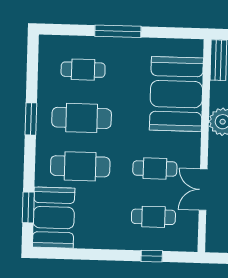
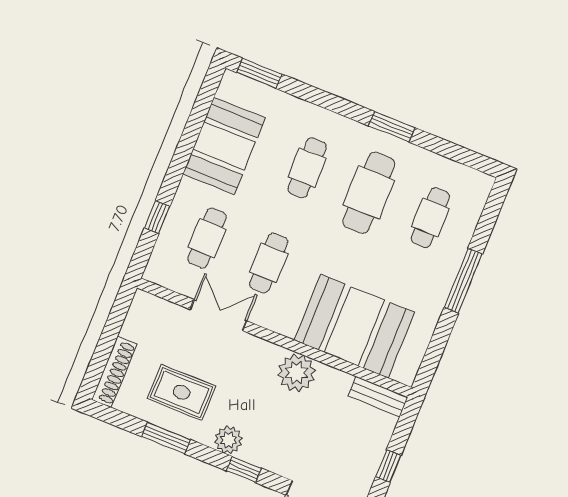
cafe table: (80, 166) -> (307, 168), width x0.73, depth x0.74
window: (28, 207) -> (259, 73), moved
booth: (54, 218) -> (224, 146), moved, turned 90

